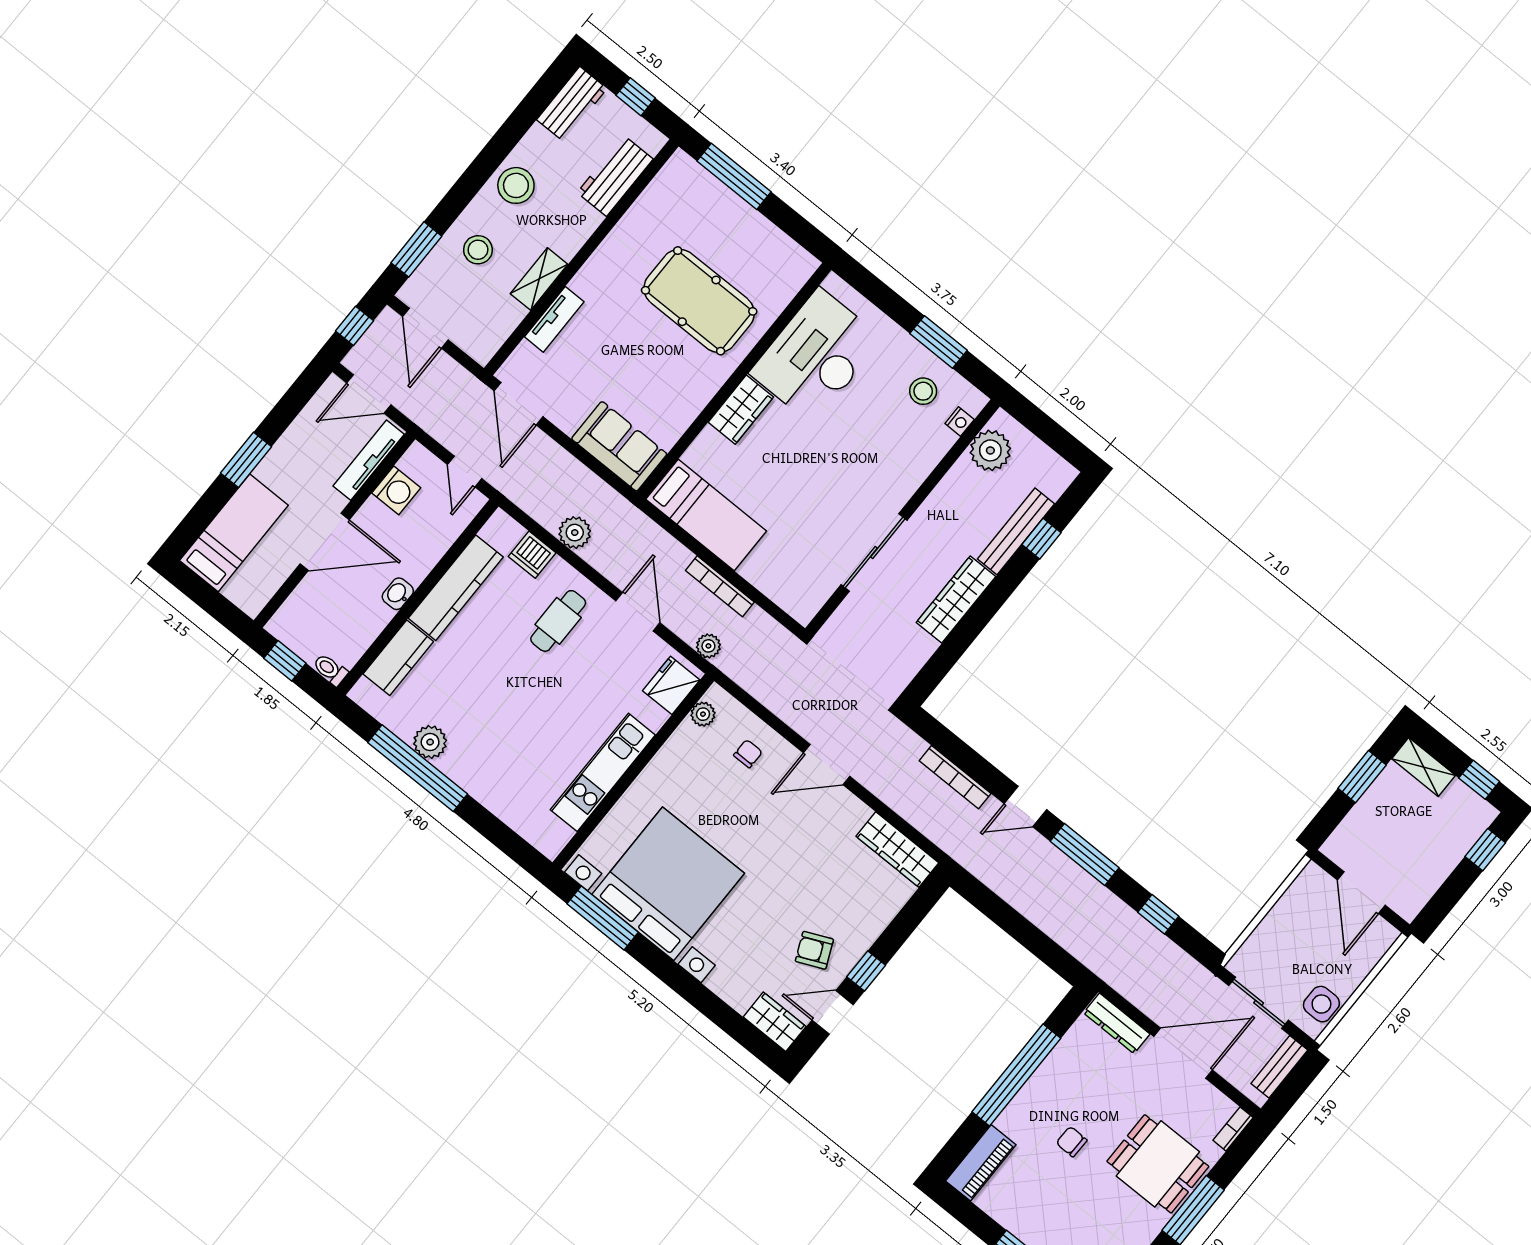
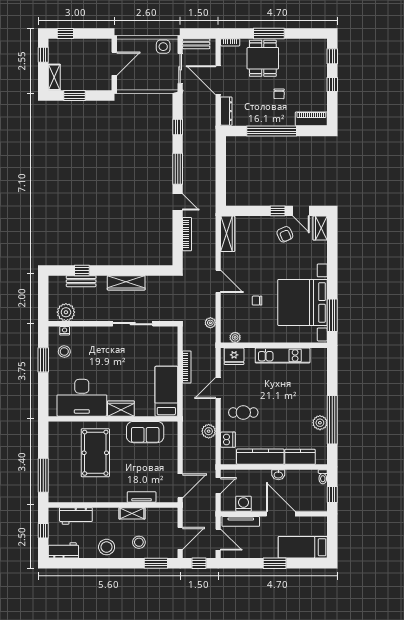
sofa: (619, 446) -> (145, 432), moved, turned -90
bench: (1016, 531) -> (81, 281), width x0.73
plant: (708, 646) -> (210, 323), moved
chair: (748, 754) -> (257, 301), moved

